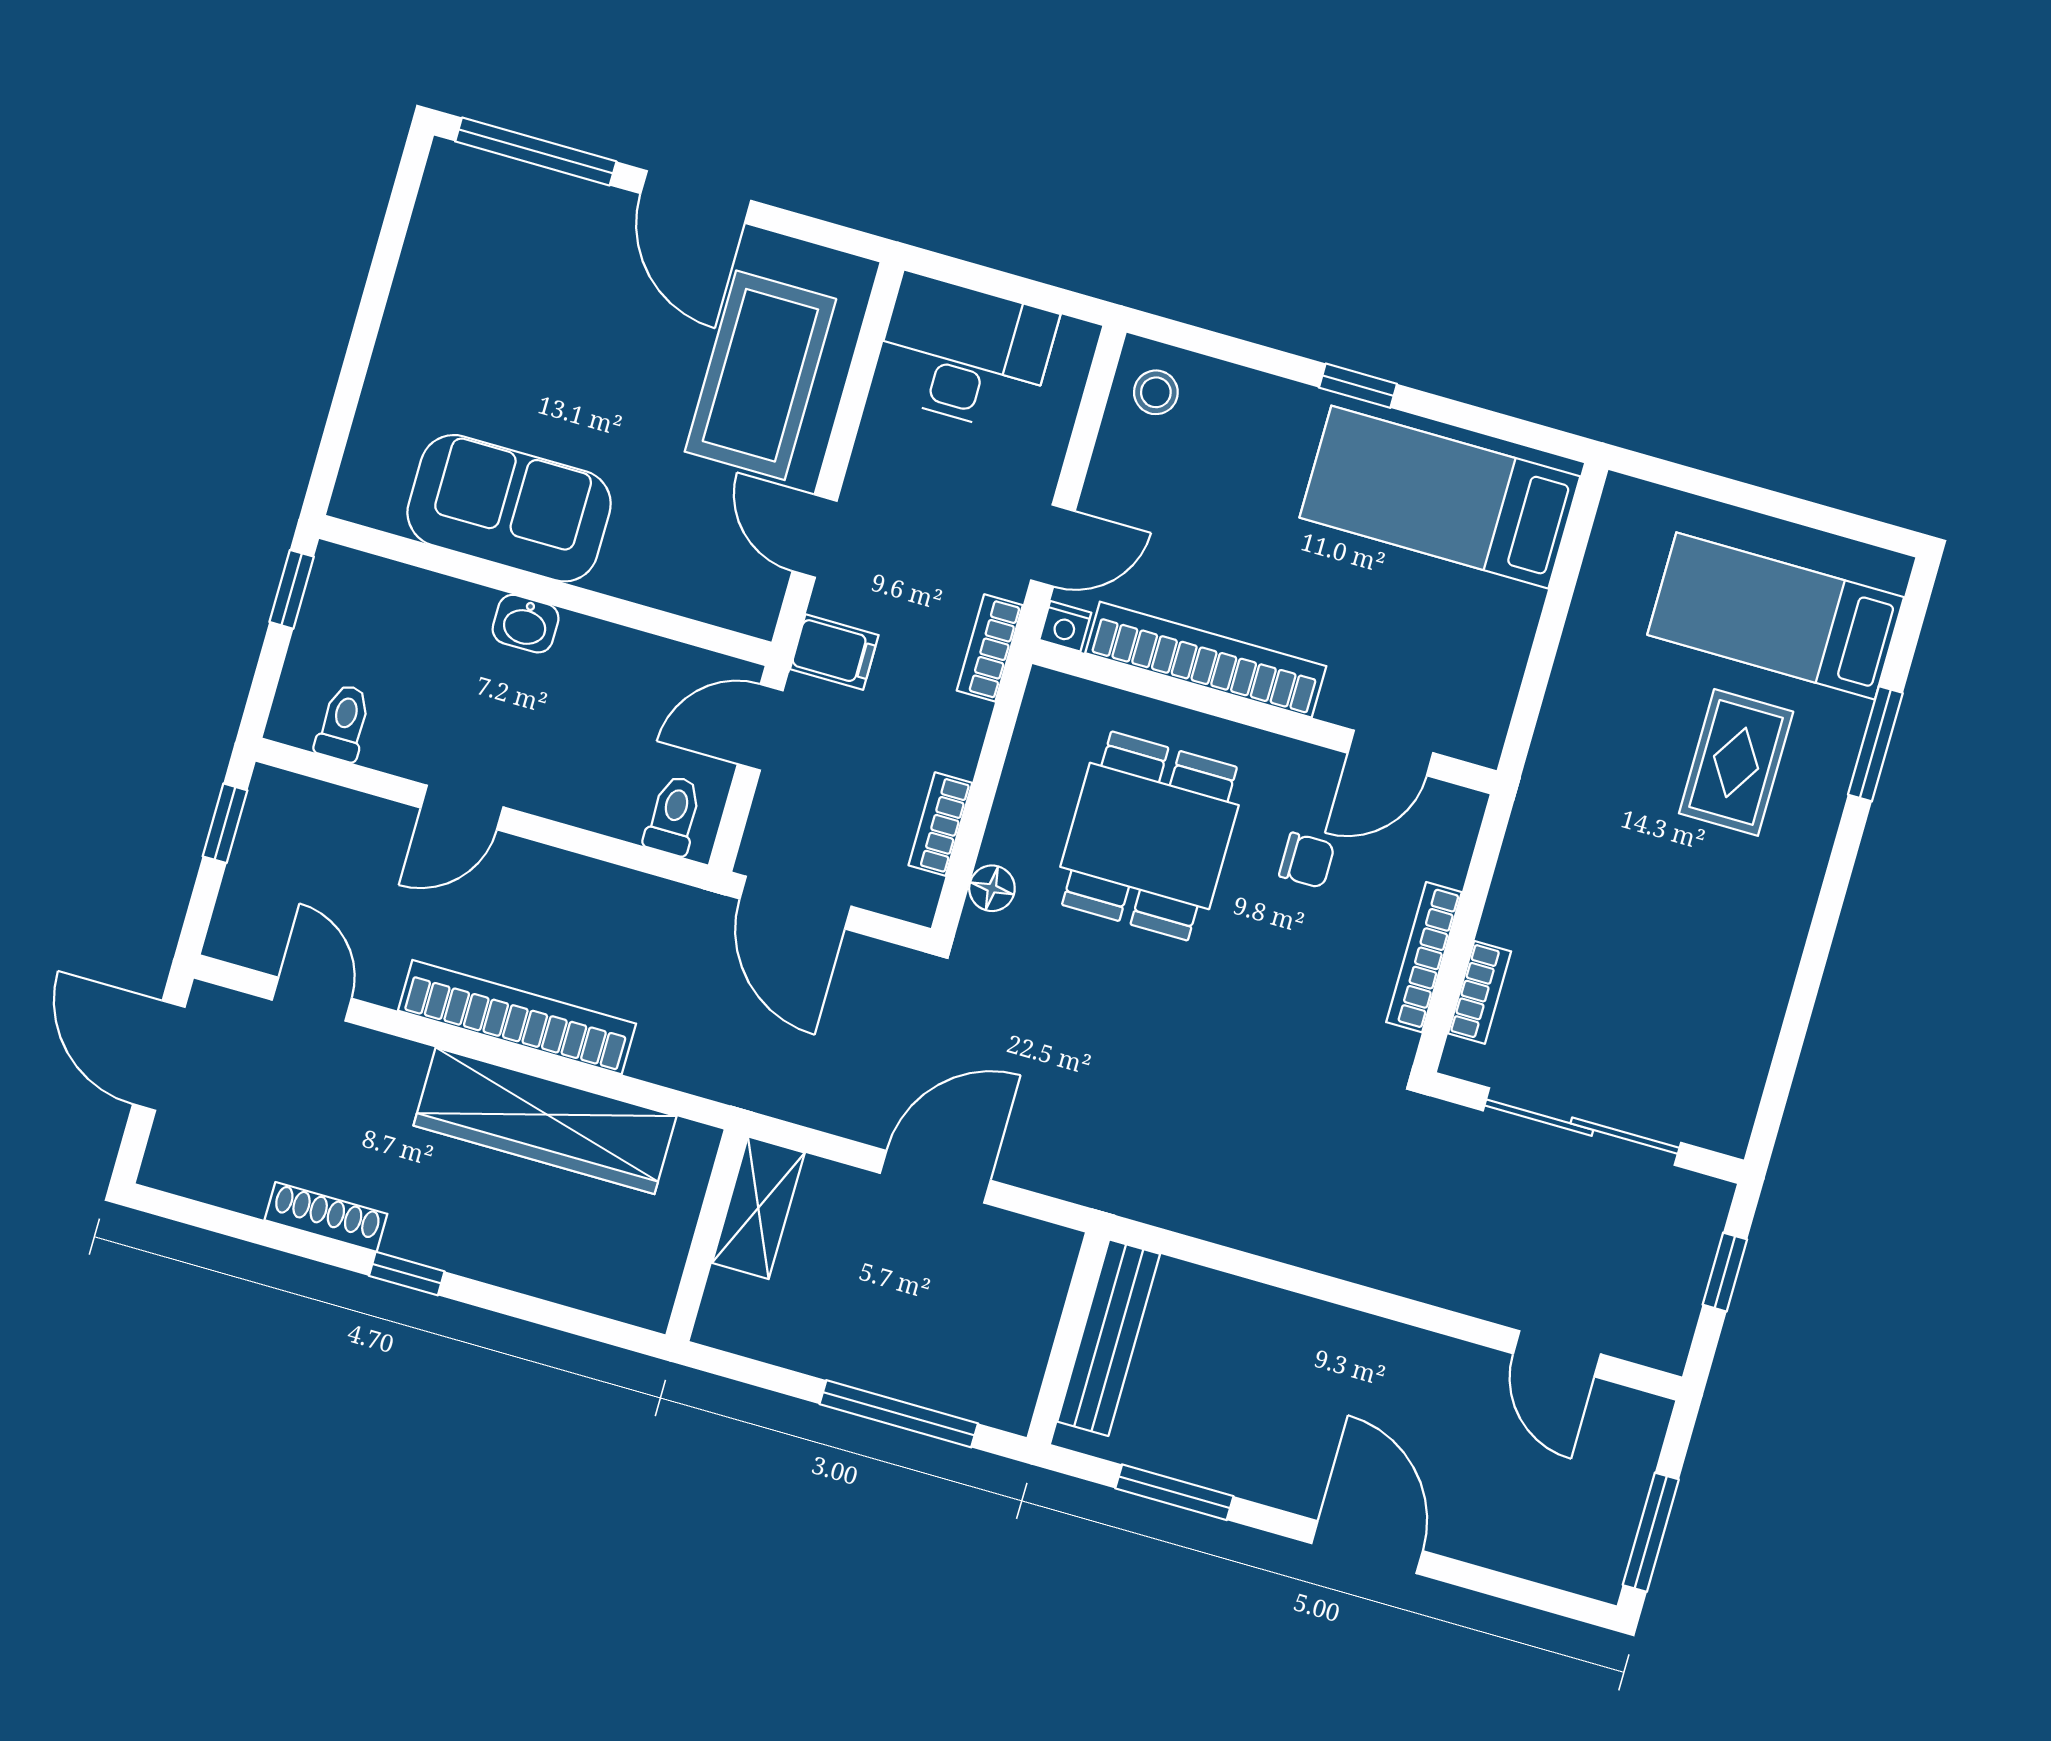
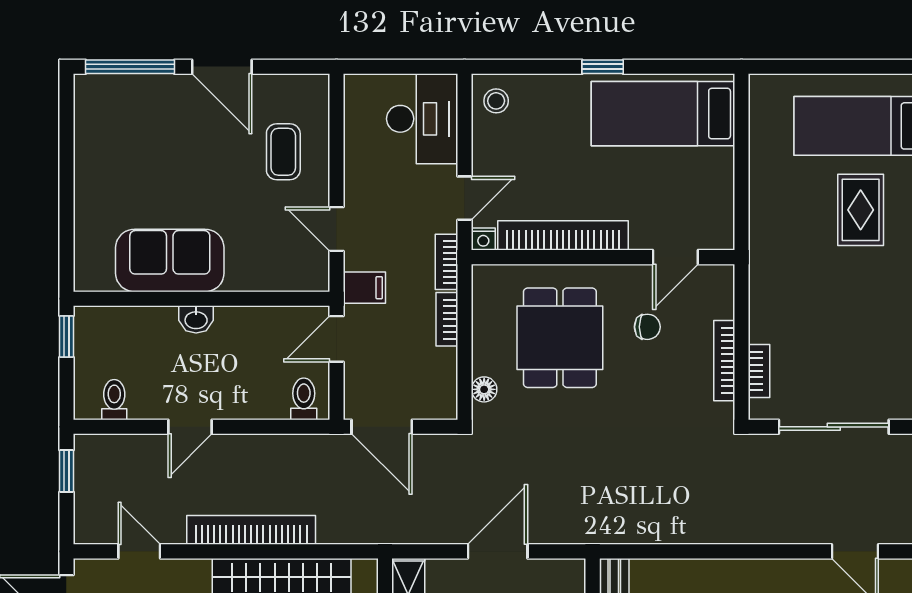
desk: (965, 353) -> (422, 119), moved, turned 90
coffee table: (760, 375) -> (283, 152), width x0.54, depth x0.58
bookcase: (940, 824) -> (447, 319), moved

